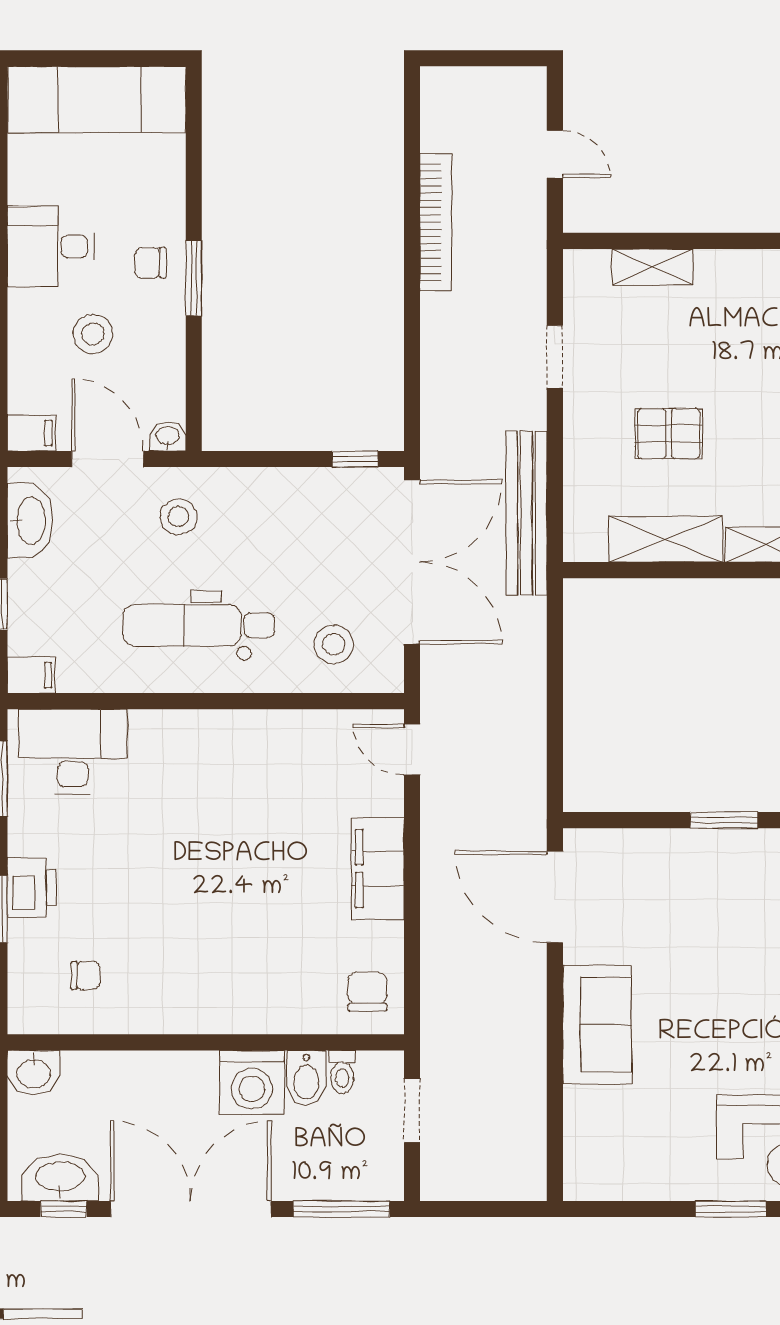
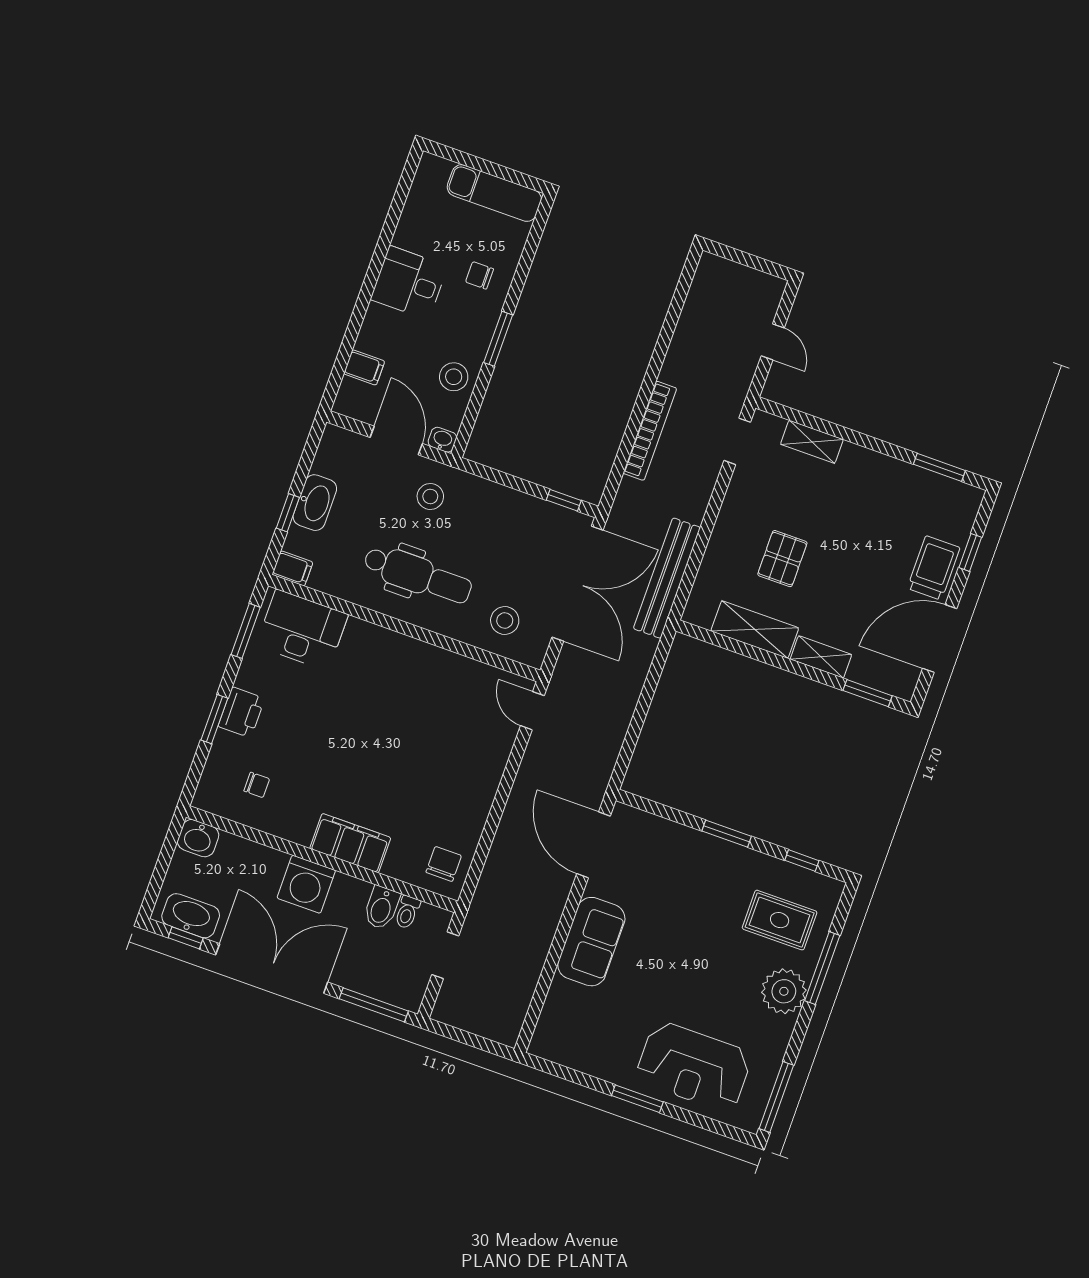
exam couch: (97, 99) -> (494, 193), width x0.73, depth x0.69
bookcase: (435, 222) -> (650, 431), moved
chair: (150, 263) -> (480, 275), moved
stool: (93, 334) -> (454, 377), moved
doorway: (555, 357) -> (737, 441), moved
filing cabinet: (31, 433) -> (364, 367), moved
pallet: (669, 434) -> (782, 559), turned 90
washbasin: (30, 521) -> (315, 503), moved
dental chair: (199, 625) -> (418, 575), turned 180
filing cabinet: (378, 869) -> (350, 843), moved, turned 90
washing machine: (252, 1082) -> (306, 884), moved

